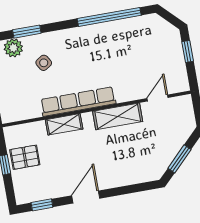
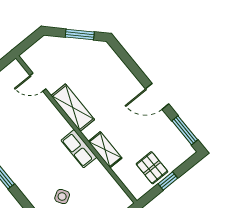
row of seats: (78, 102) -> (79, 149), width x0.50
window: (42, 205) -> (185, 130), width x1.50

